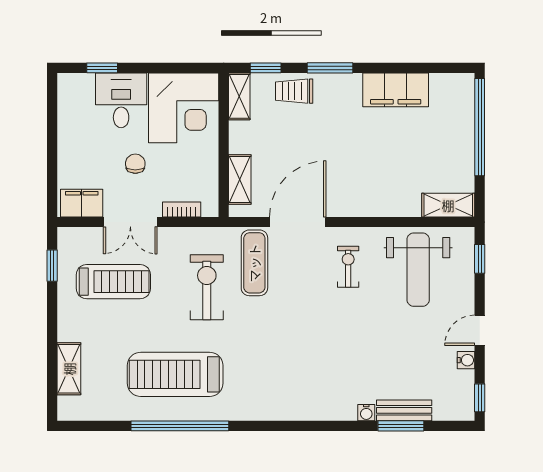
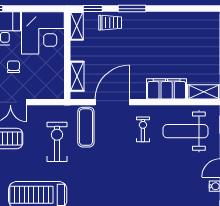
filing cabinet: (396, 90) -> (167, 89), moved, turned 180
trolley: (294, 91) -> (110, 23), turned 180
bookcase: (182, 209) -> (42, 95), removed
weight bench: (418, 270) -> (185, 131), turned 90

